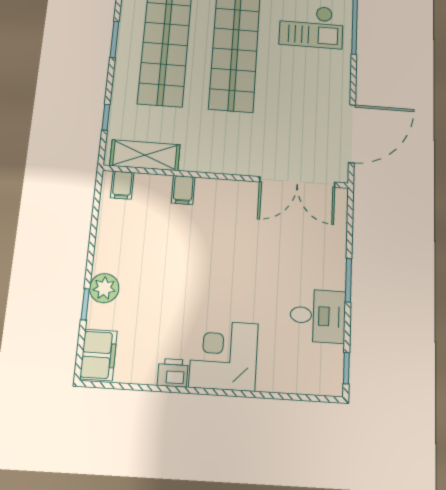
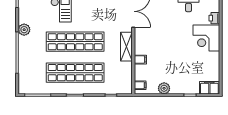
shelving: (145, 155) -> (126, 47), moved
plant: (104, 288) -> (164, 88), moved
printer: (173, 373) -> (214, 18), moved

